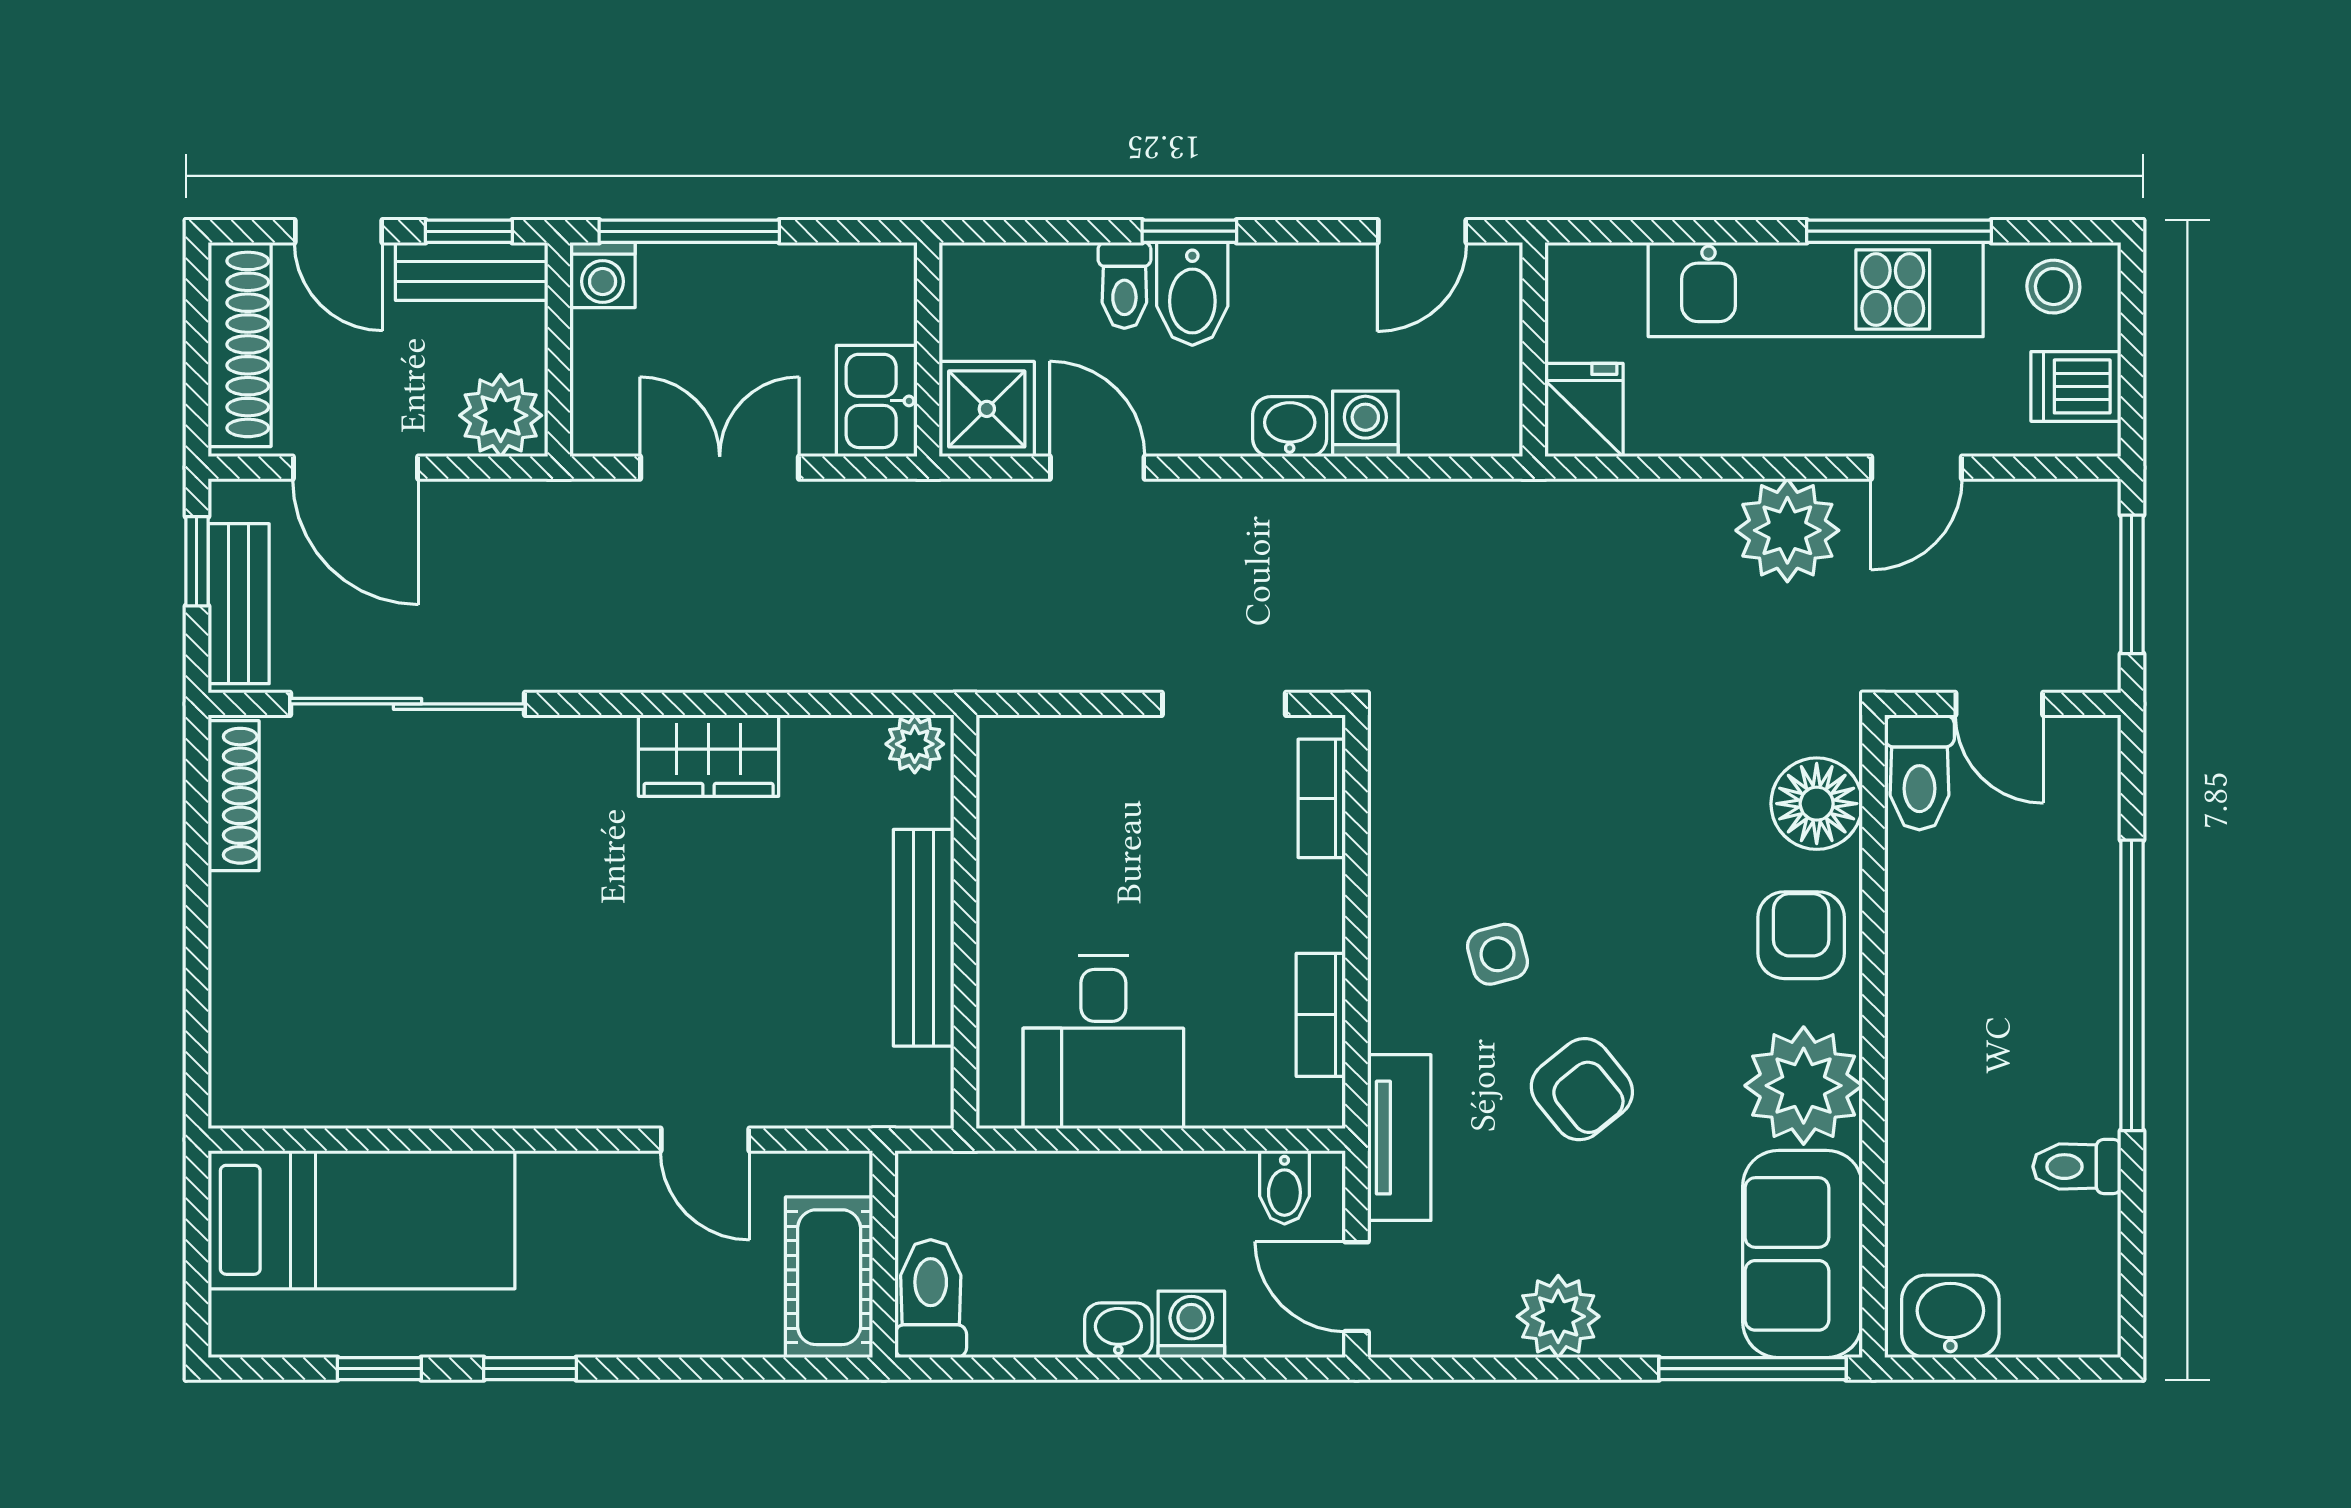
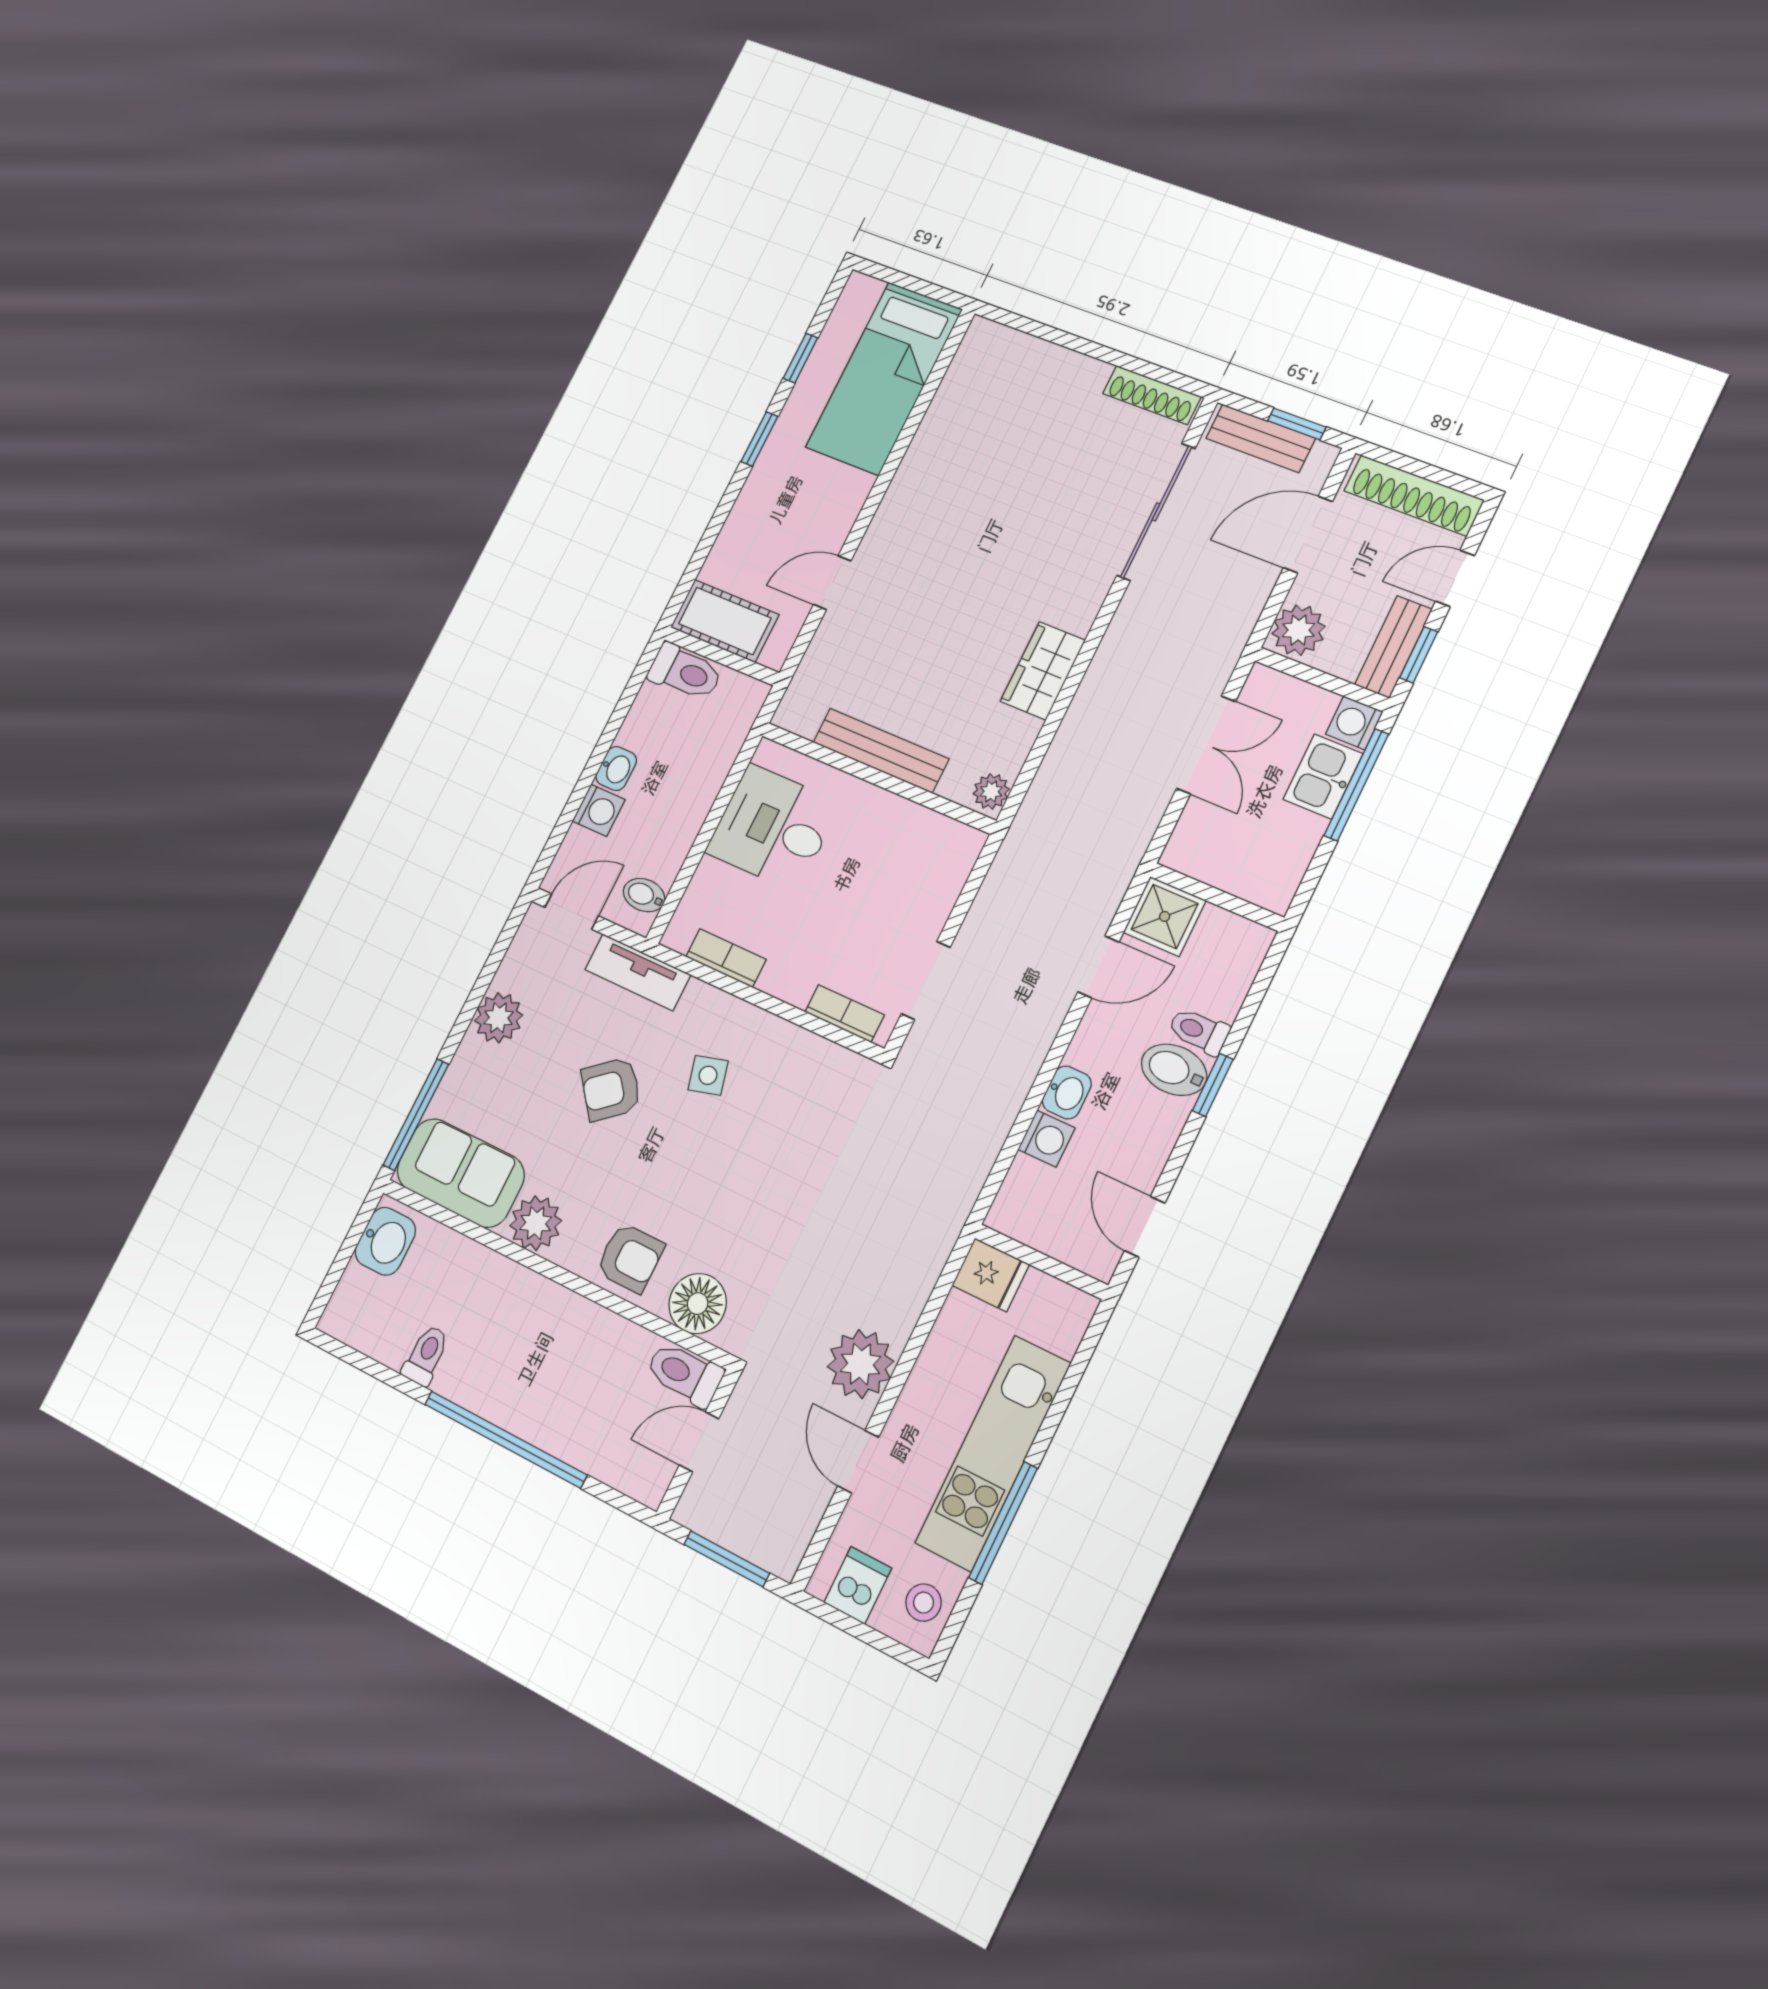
kitchen sink: (877, 401) -> (1323, 777), moved, turned -90
plant: (1804, 1086) -> (536, 1223), width x0.73, depth x0.73

